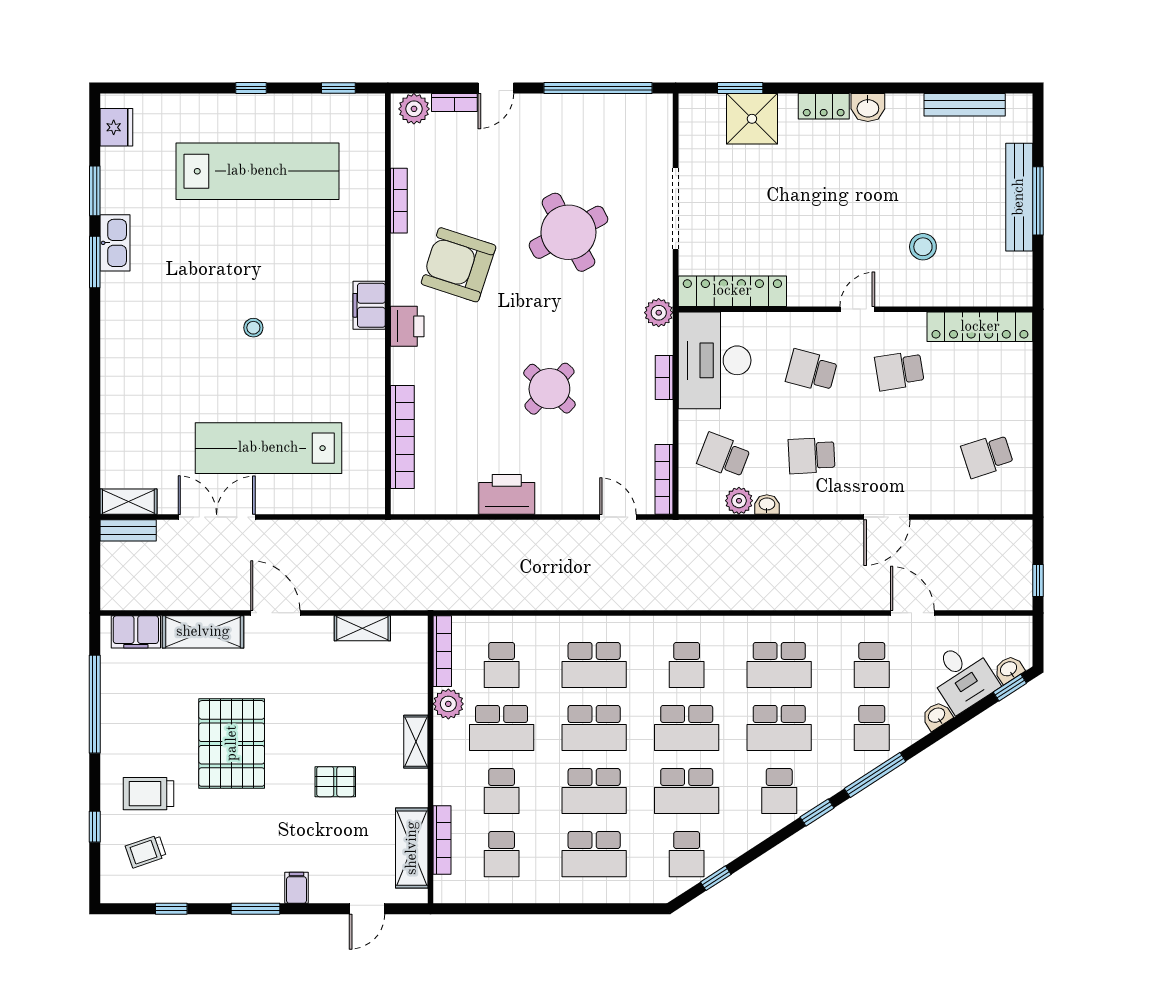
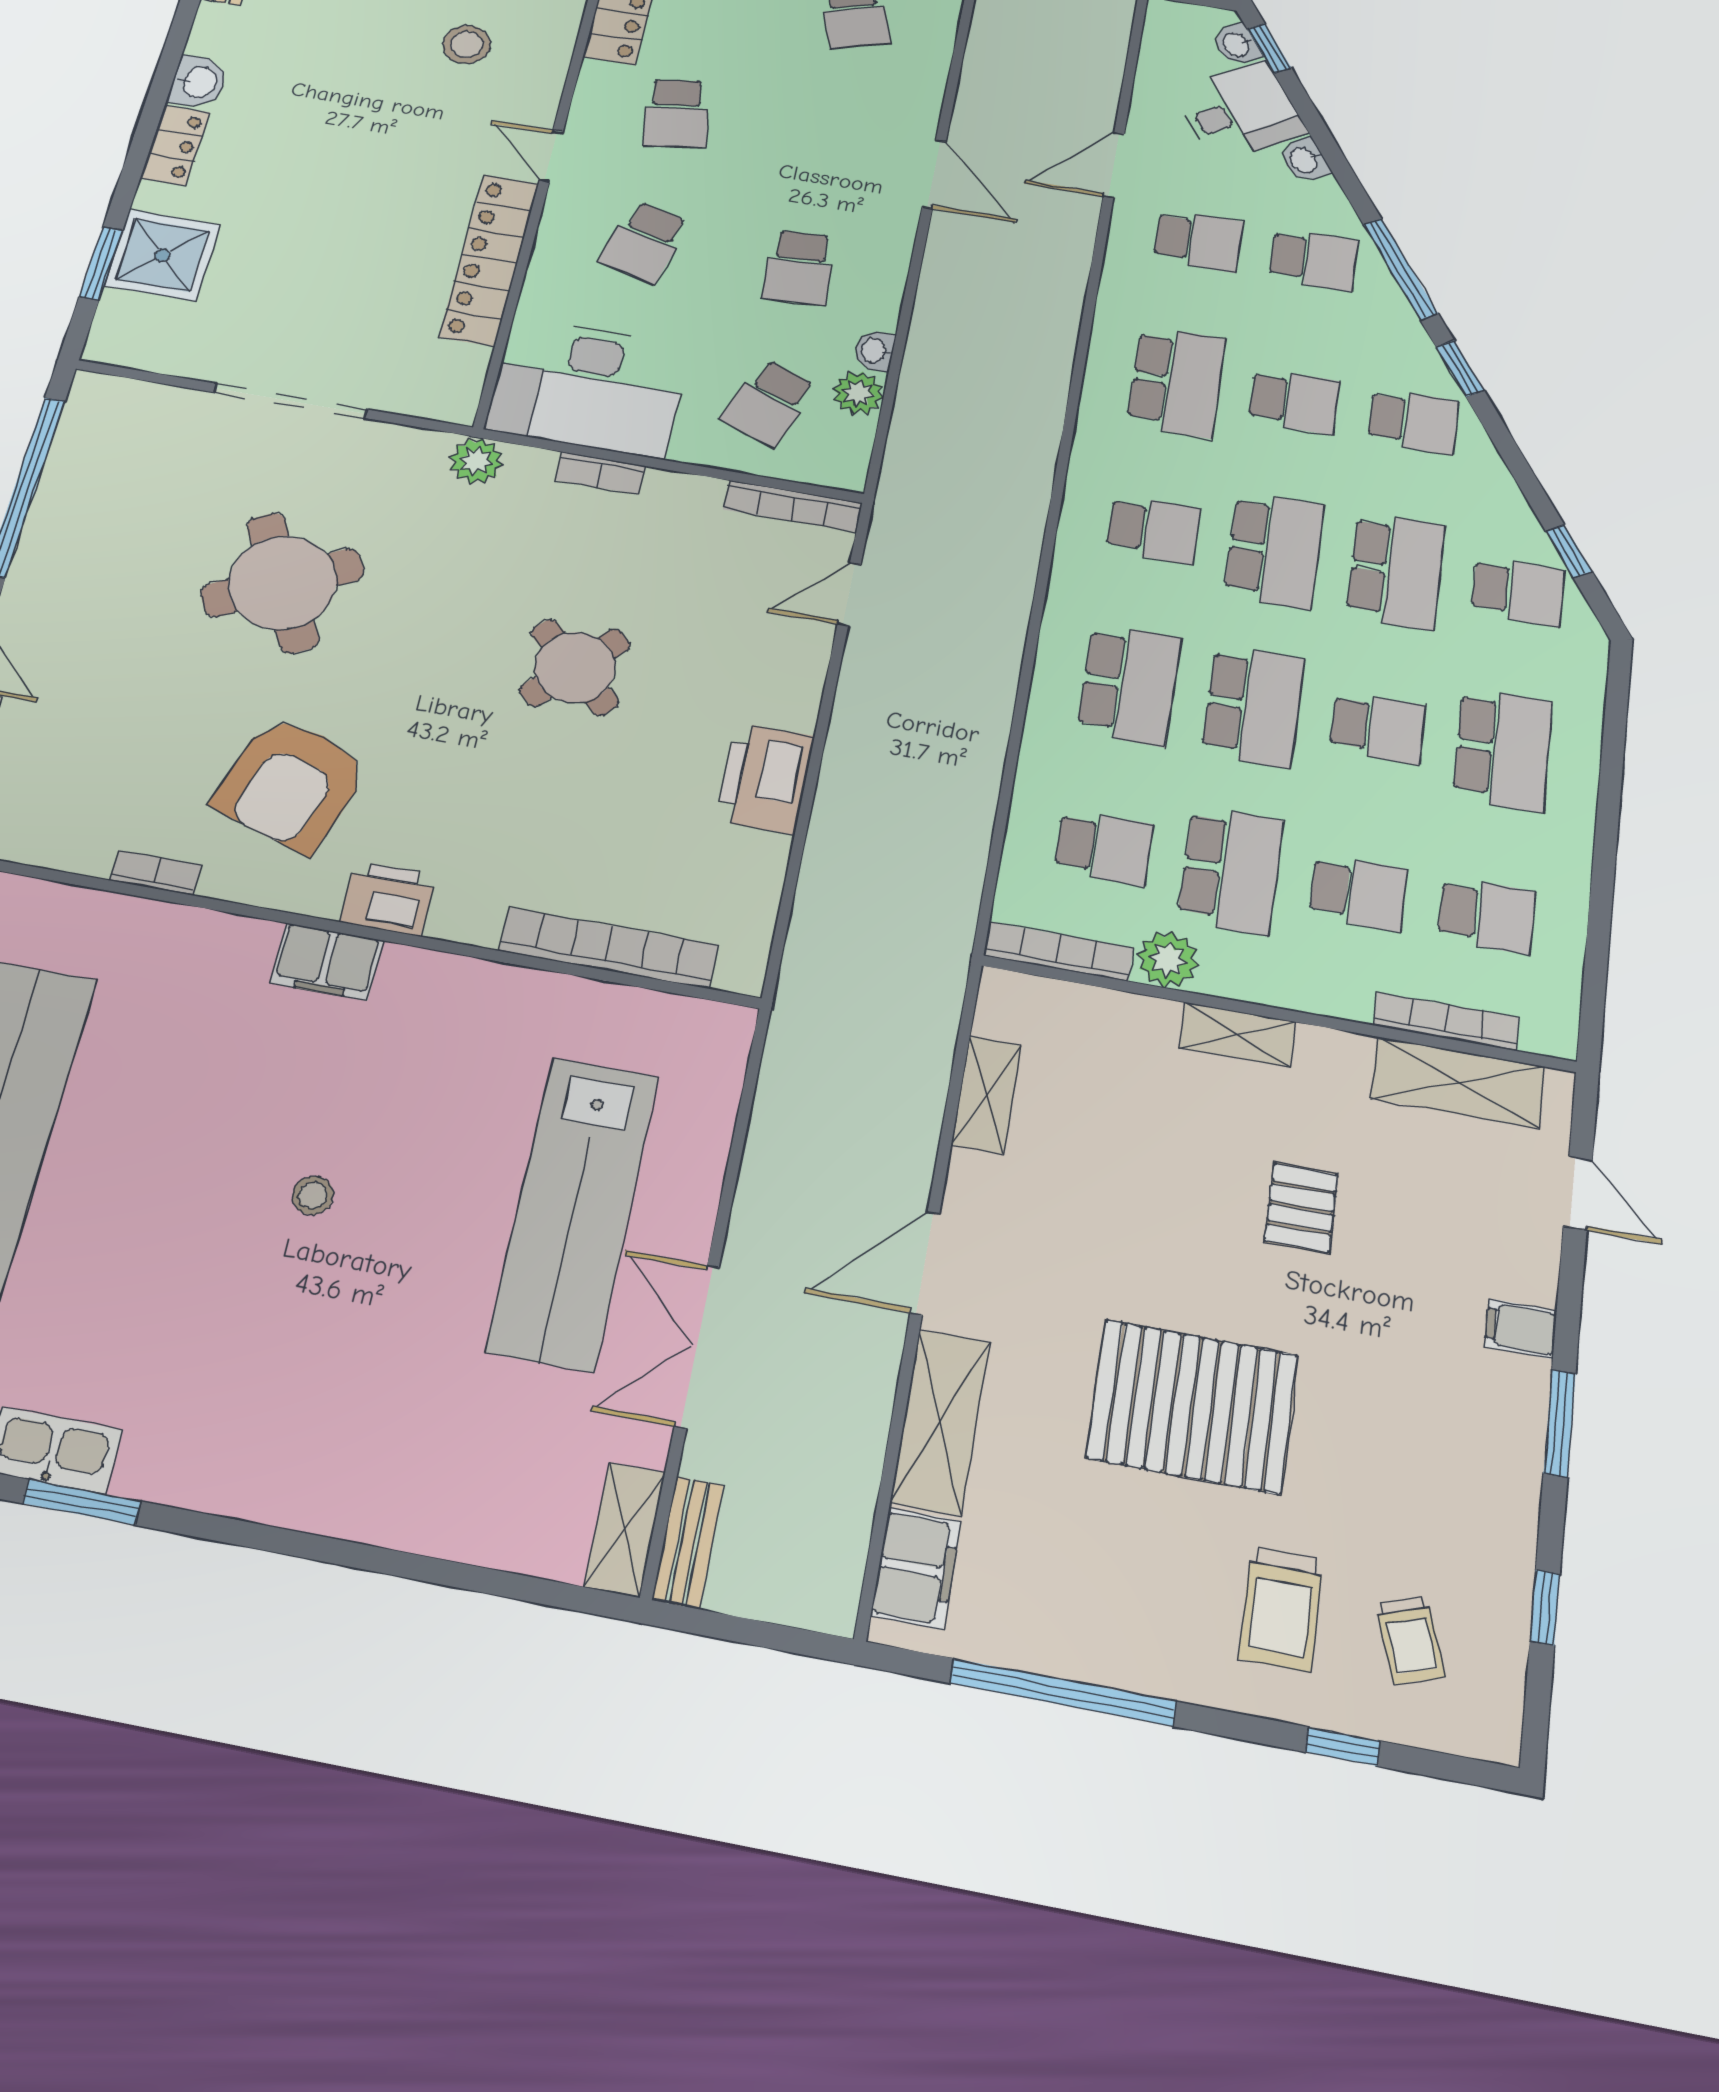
bookcase: (399, 201) -> (156, 873), width x0.64
locker: (732, 291) -> (489, 260), moved
school desk: (779, 728) -> (1294, 401), width x0.54
school desk: (594, 791) -> (1378, 728), width x0.54

